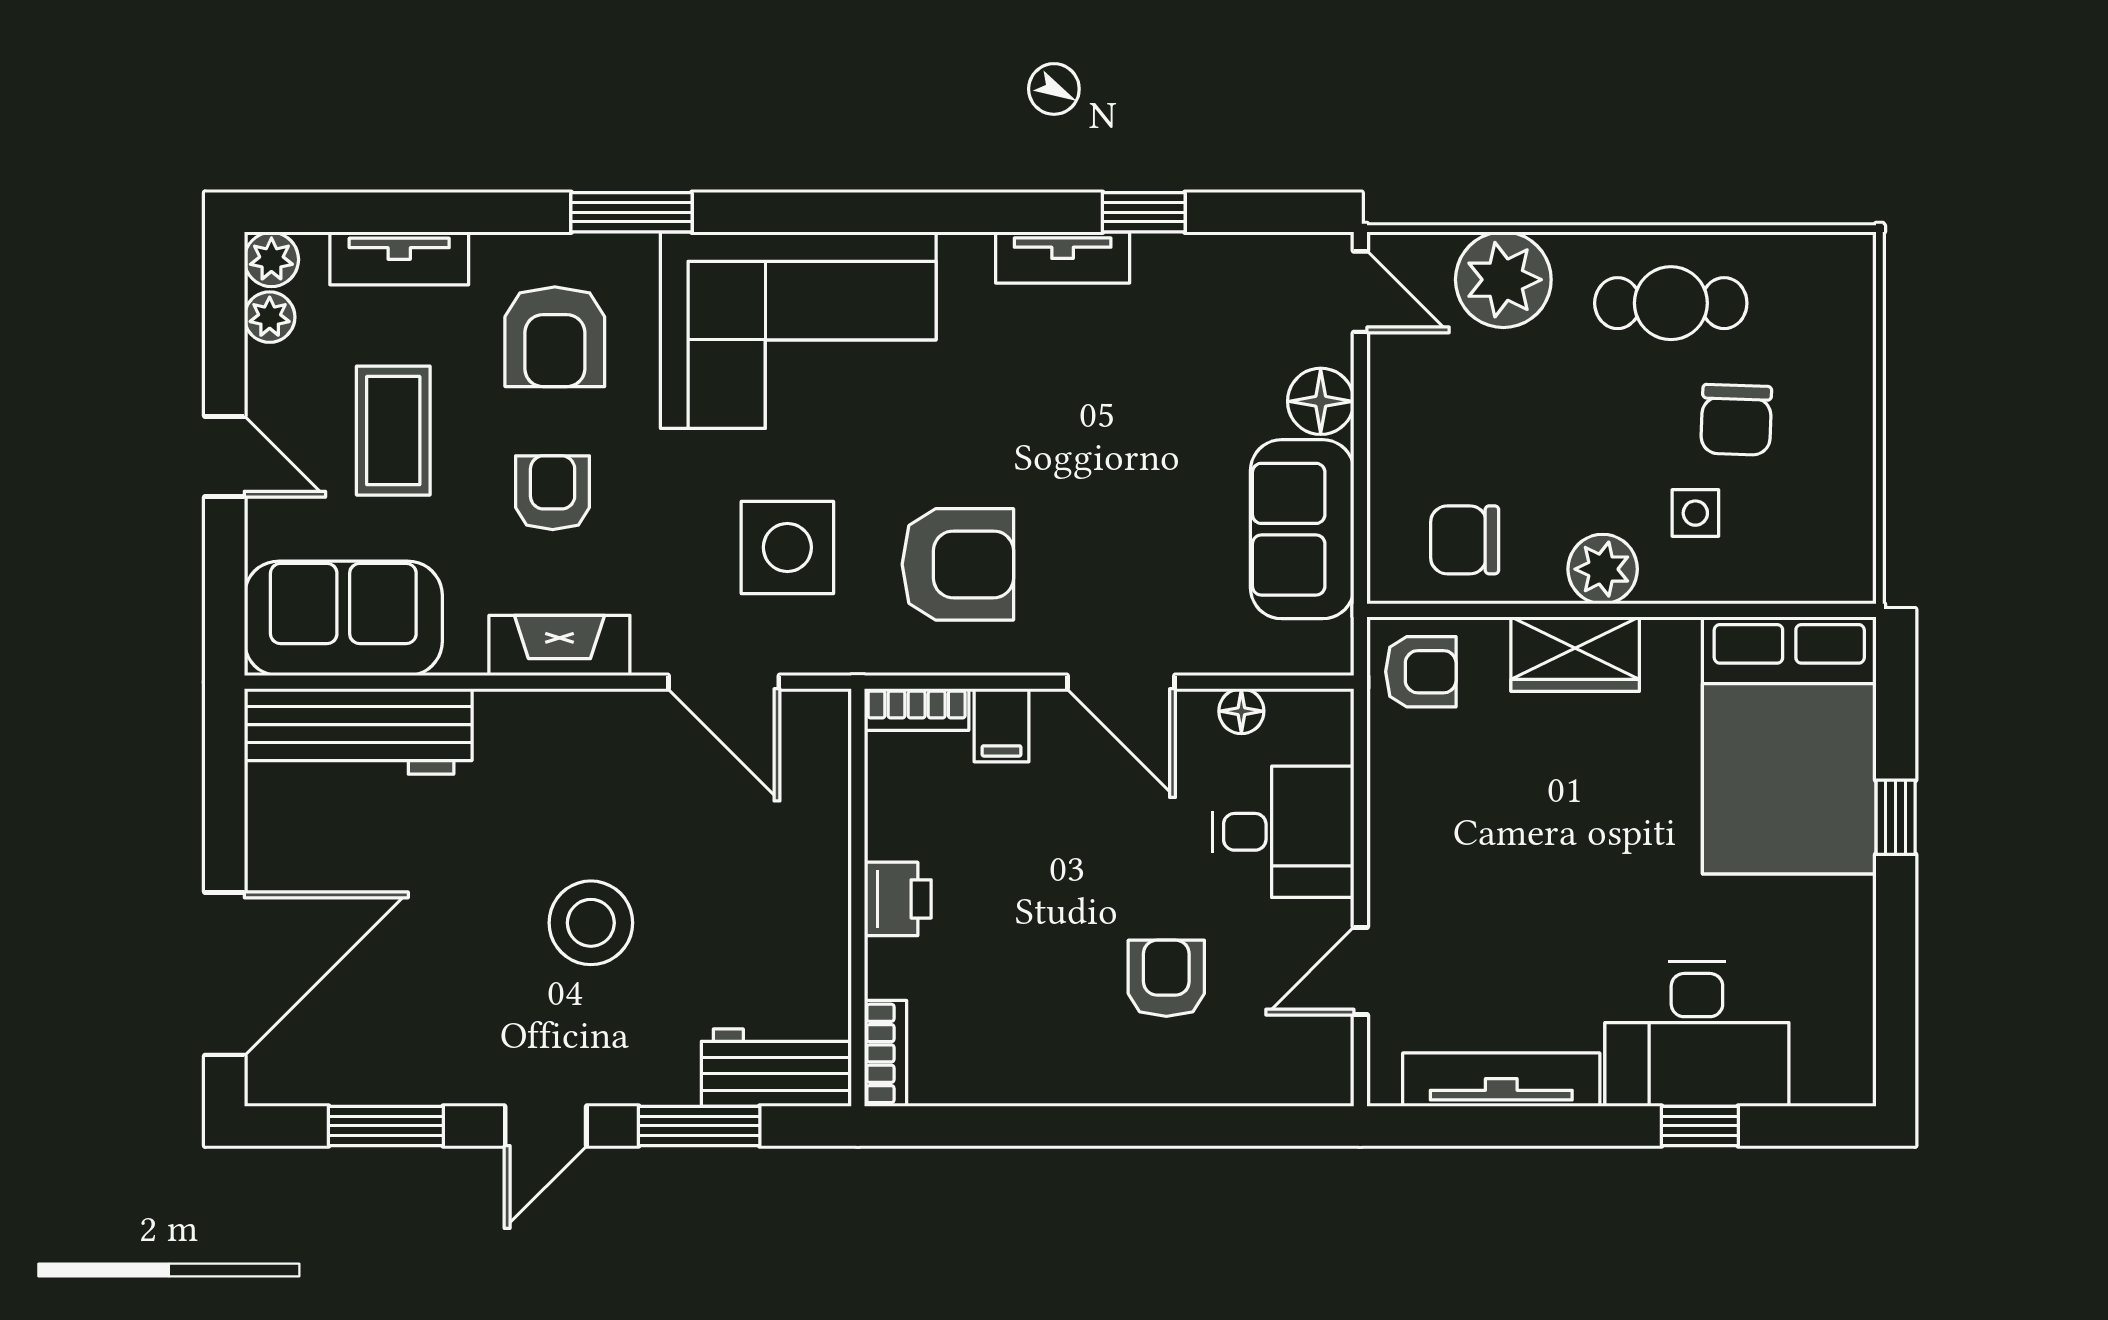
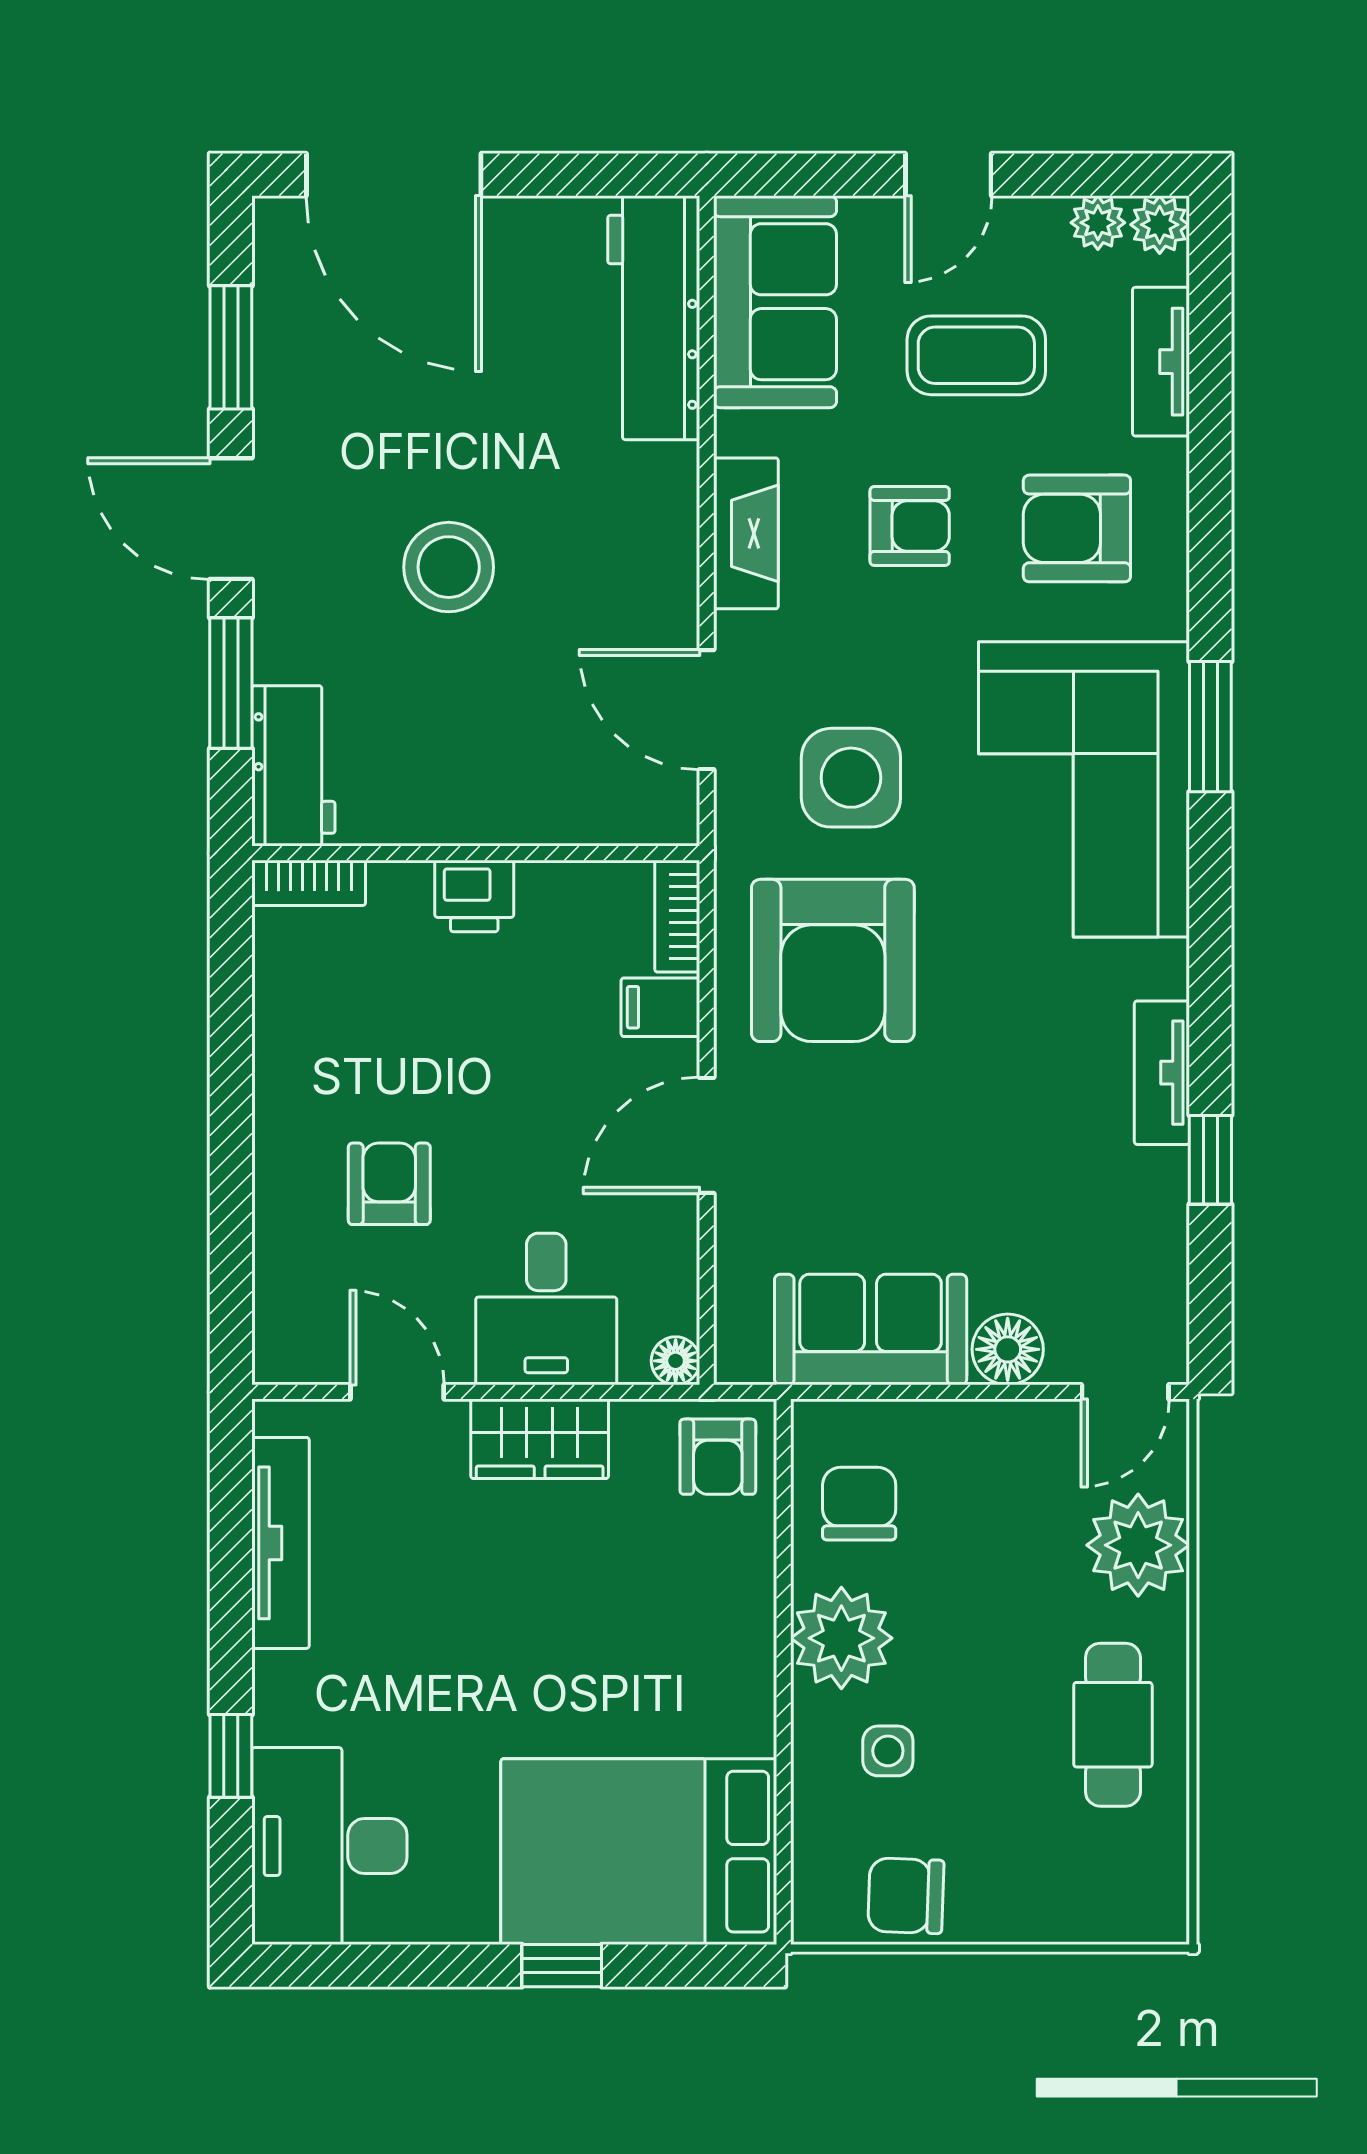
window: (631, 212) -> (1210, 727), moved
chair: (1736, 420) -> (906, 1896), moved
armchair: (958, 564) -> (833, 960), width x1.36, depth x1.36
plant: (1603, 569) -> (841, 1638), width x1.36, depth x1.36
wardrobe: (1575, 654) -> (540, 1439), moved, turned -90
door: (724, 682) -> (707, 710), hinge flipped
floor lamp: (1241, 711) -> (676, 1361), moved
armchair: (1166, 978) -> (389, 1184), turned -90
desk: (1697, 1034) -> (329, 1846), moved
door: (546, 1126) -> (231, 519), width x1.37

